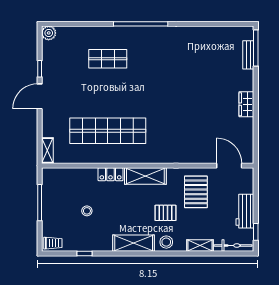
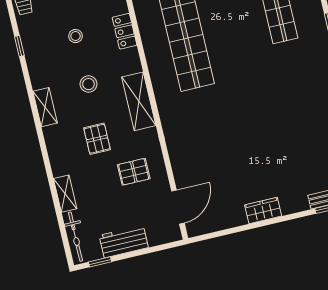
locker: (111, 174) -> (125, 31), moved
pallet: (196, 192) -> (134, 172), width x0.67, depth x0.71
stool: (166, 242) -> (88, 84), moved
shelving: (134, 243) -> (45, 107), width x0.67, depth x0.75

